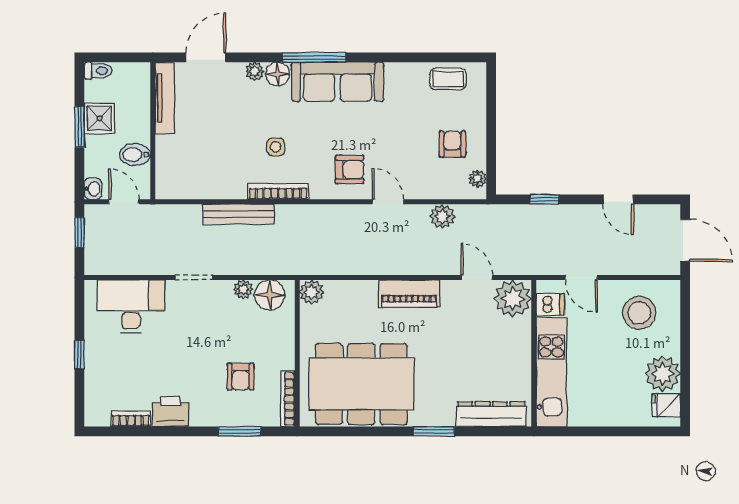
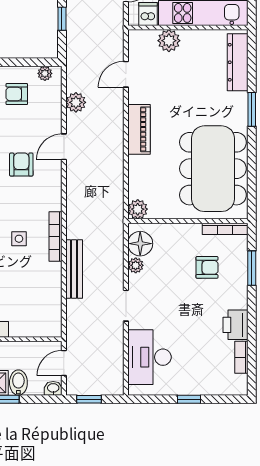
bidet: (135, 155) -> (18, 383), moved, turned 180
armchair: (350, 169) -> (21, 165), moved
plant: (513, 299) -> (169, 41), moved, width x0.73, depth x0.73

